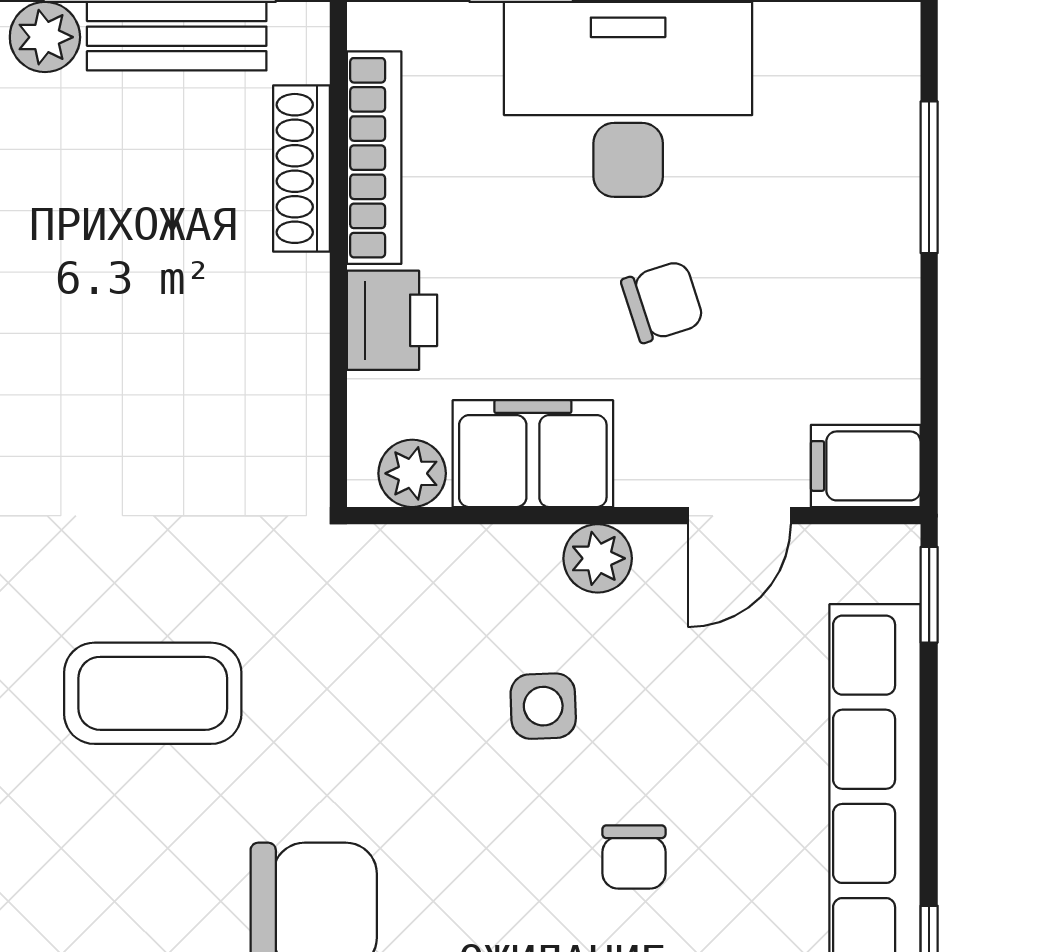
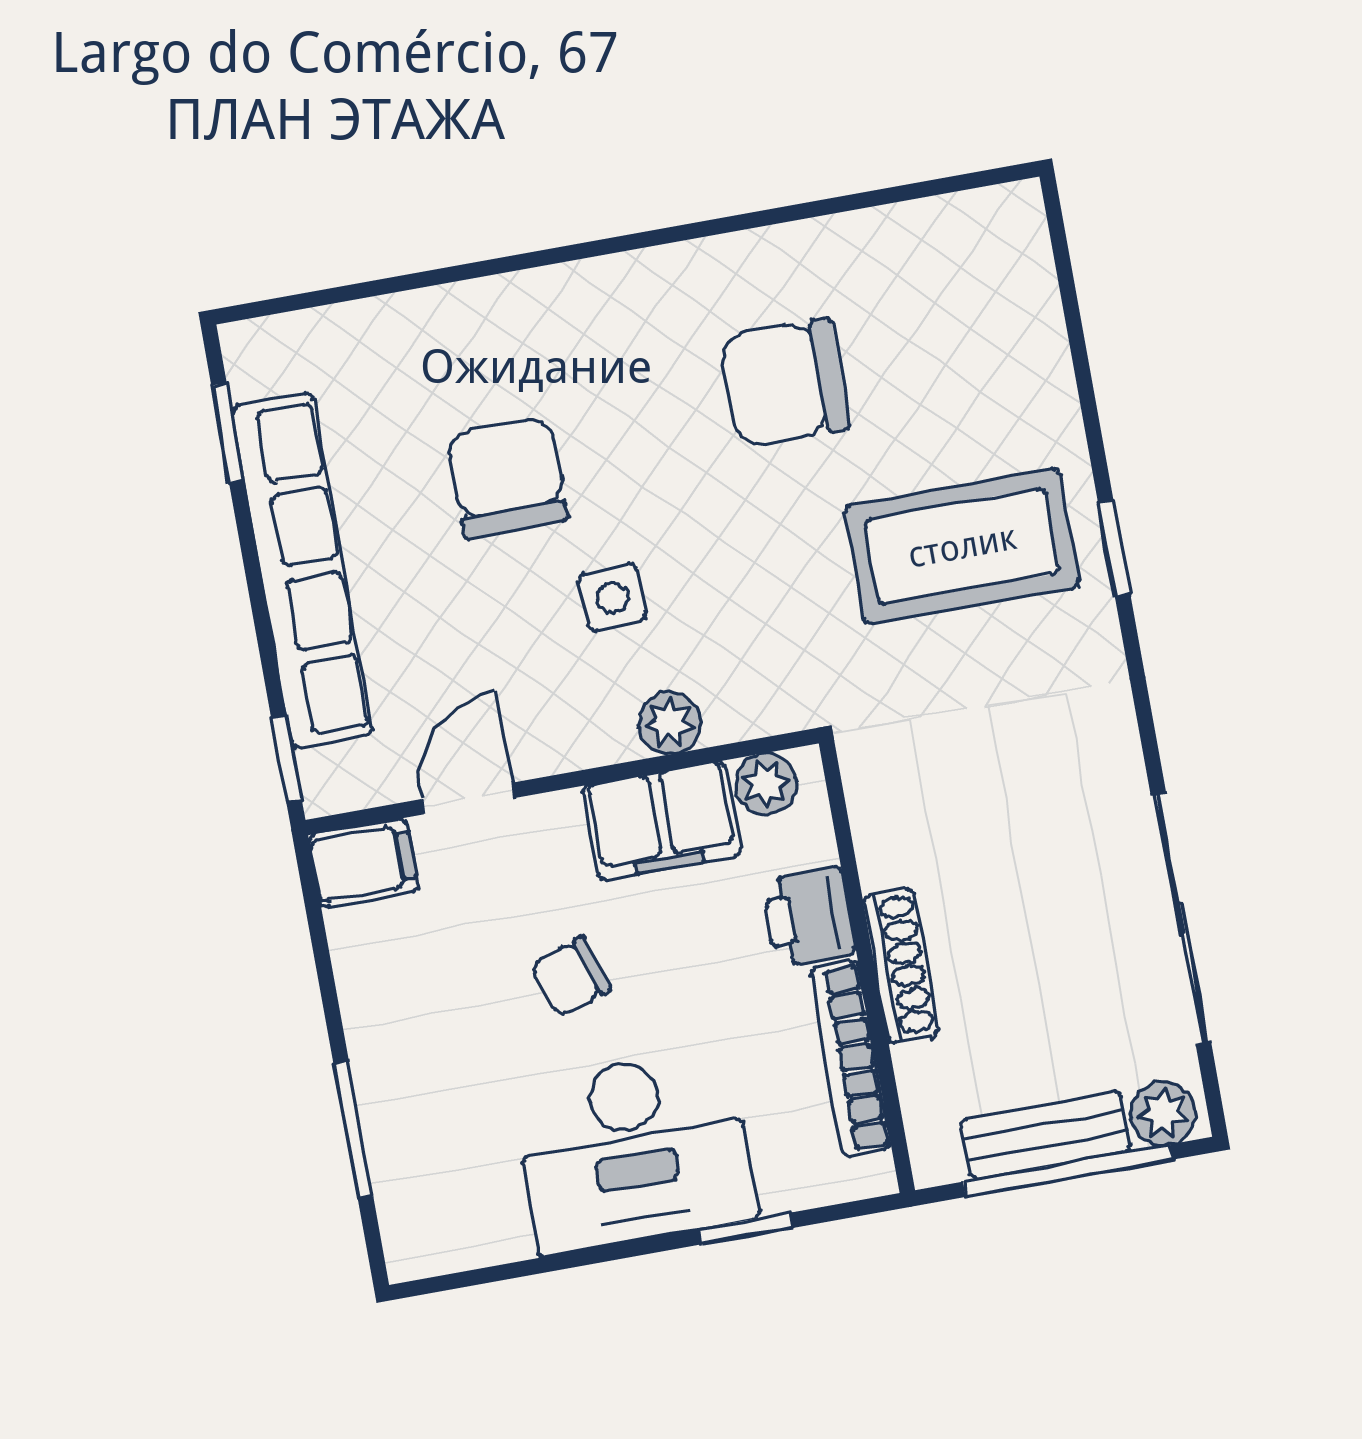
shoe rack: (302, 168) -> (901, 966), moved
plant: (598, 558) -> (670, 723), moved
coffee table: (153, 693) -> (962, 546), width x1.36, depth x1.32
chair: (634, 857) -> (507, 478), width x1.87, depth x1.87

